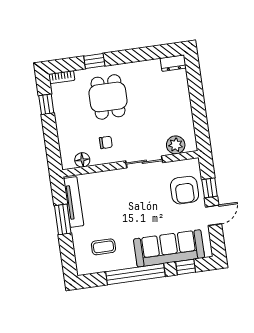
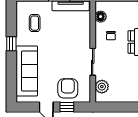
armchair: (185, 190) -> (68, 88), turned 90
window: (186, 267) -> (11, 81), removed
window: (135, 274) -> (11, 44), width x0.32

